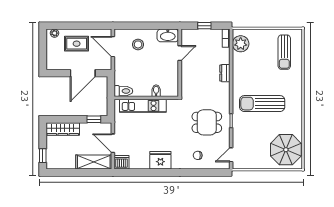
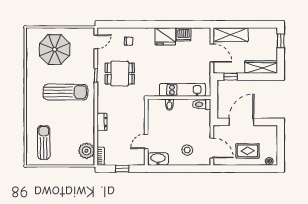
parasol: (286, 150) -> (55, 49), moved
dishwasher: (122, 162) -> (184, 34), moved

